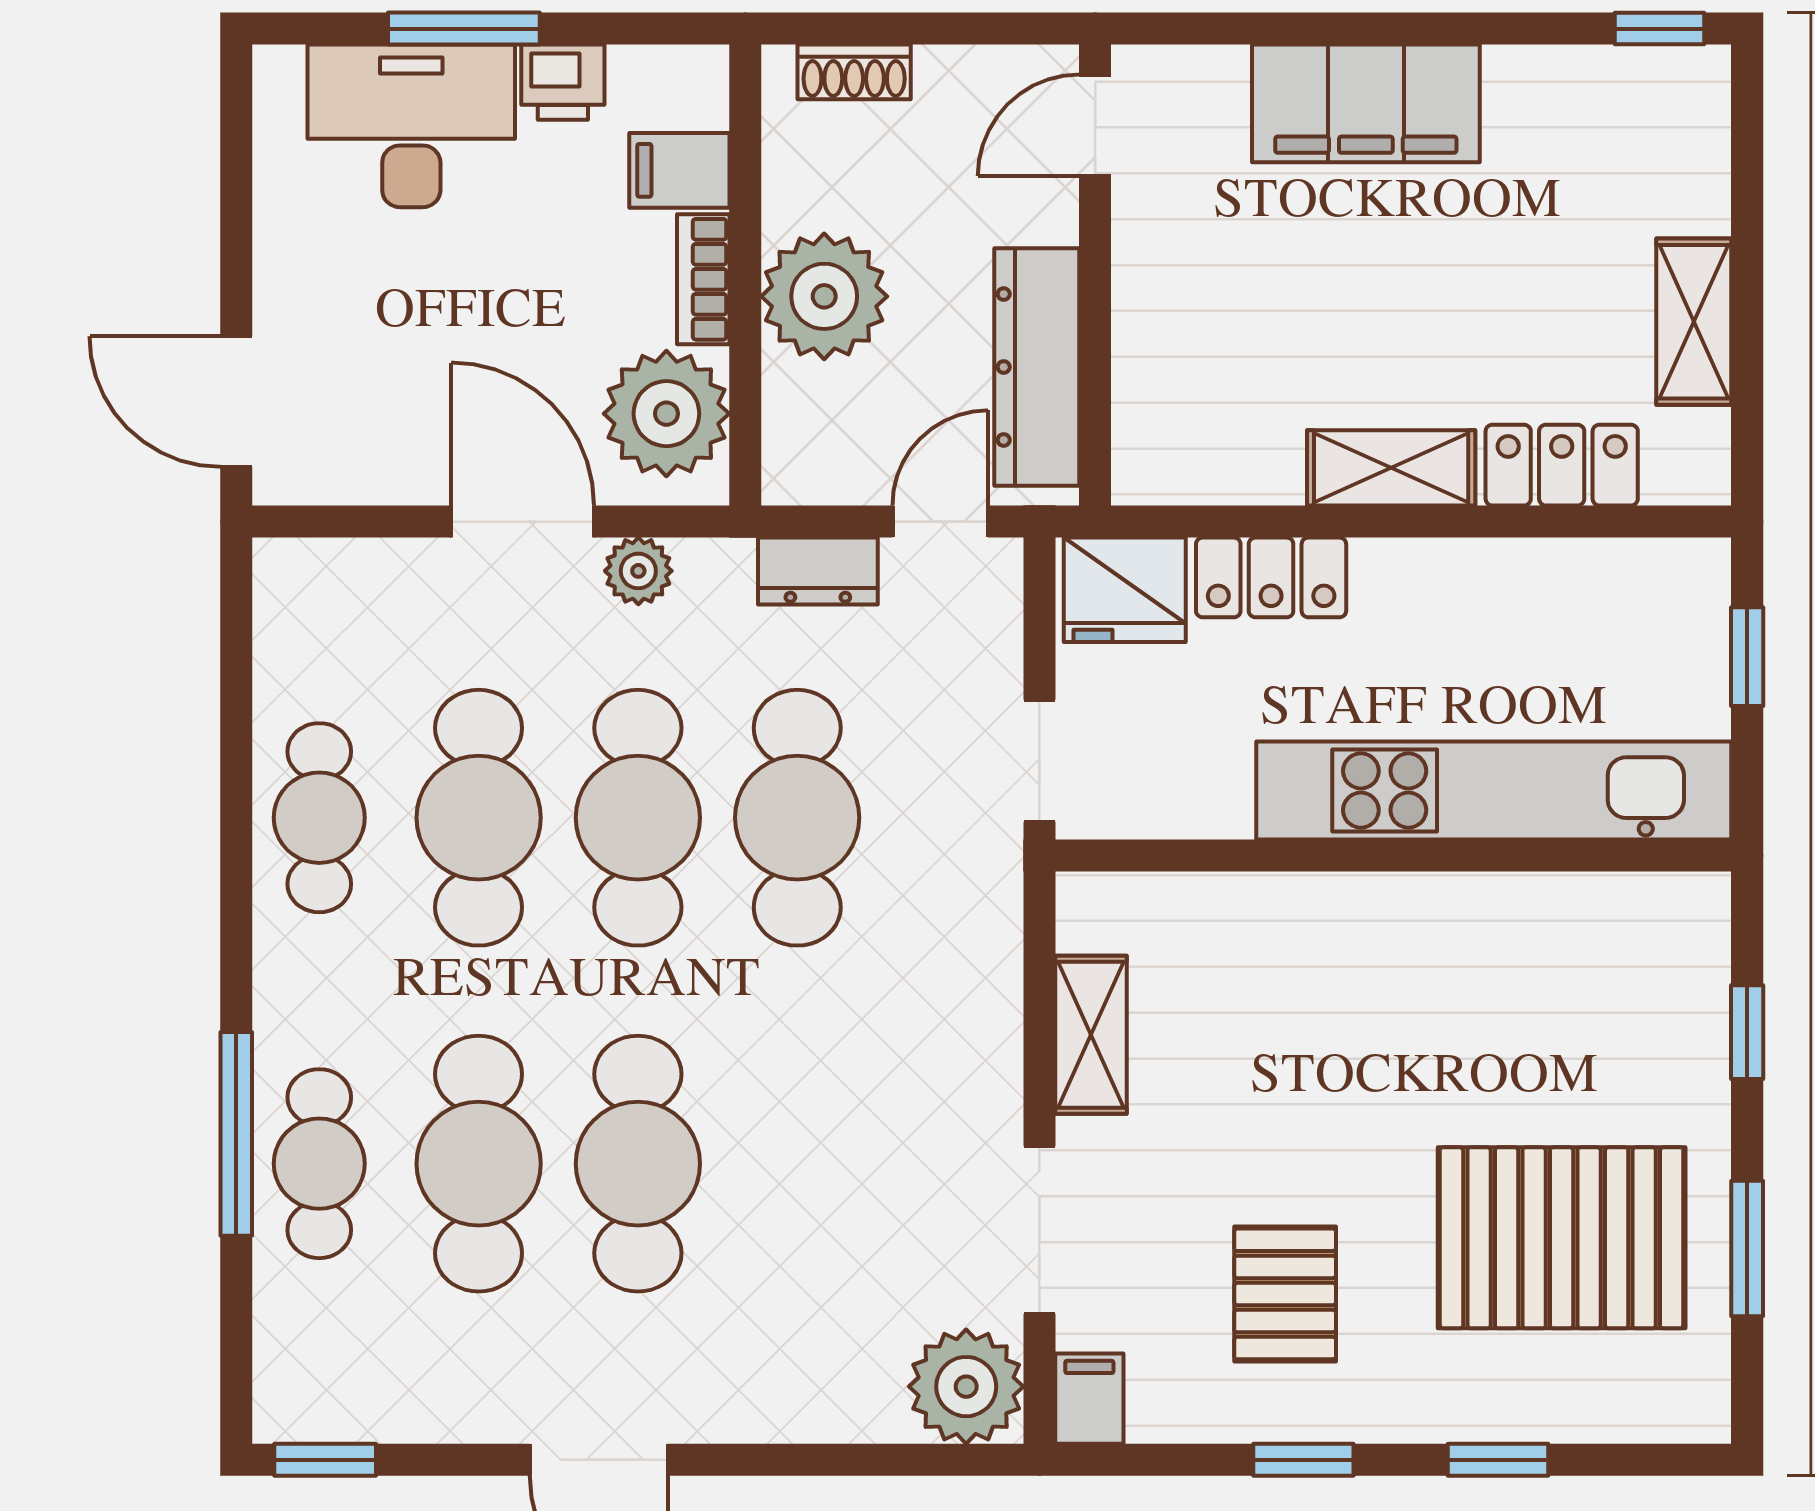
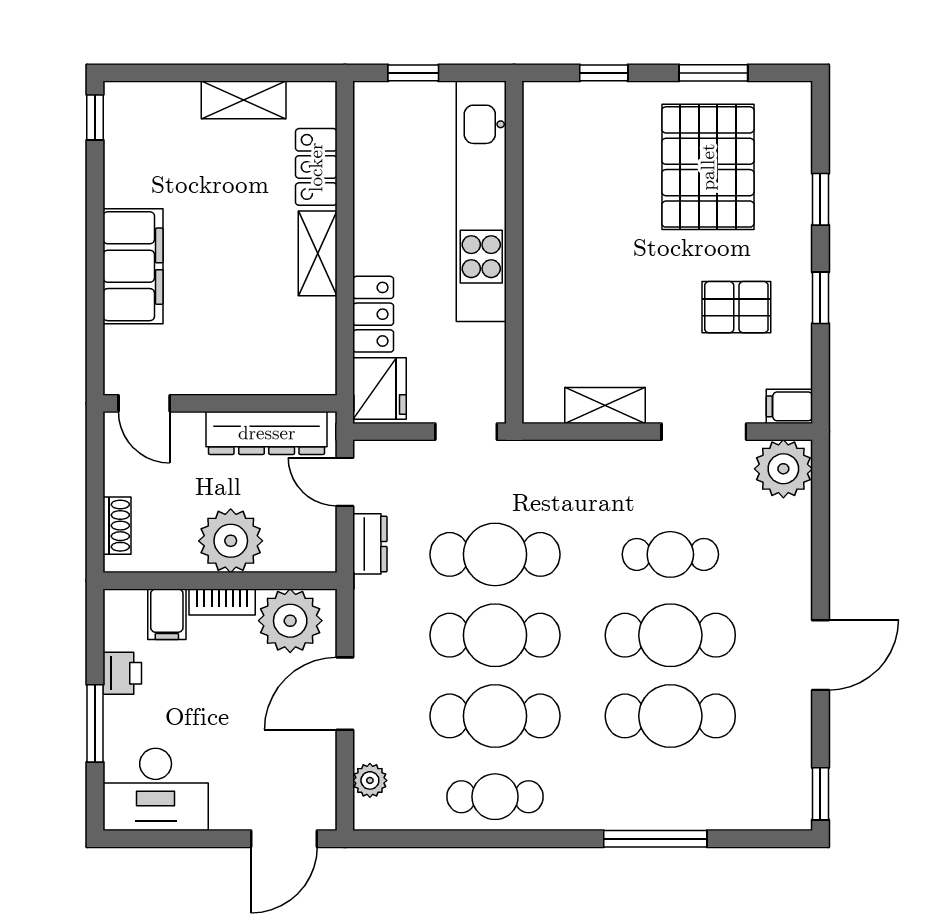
desk: (411, 126) -> (156, 789), moved, turned -90
plant: (638, 571) -> (370, 780), moved
cafe table: (319, 1164) -> (670, 554), moved

